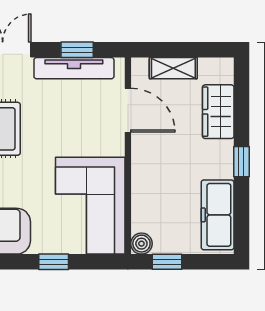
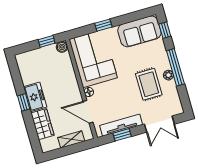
floor lamp: (116, 146) -> (89, 92), added
freezer: (218, 215) -> (35, 97), moved, width x0.71

